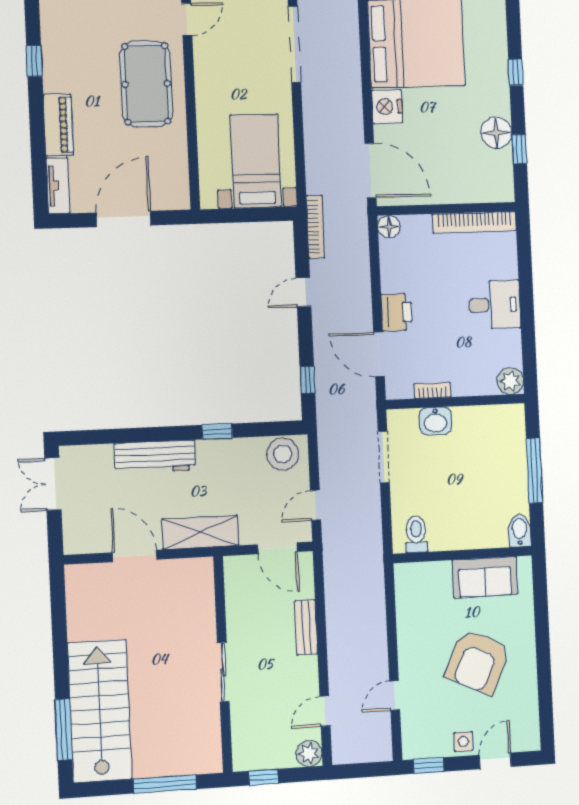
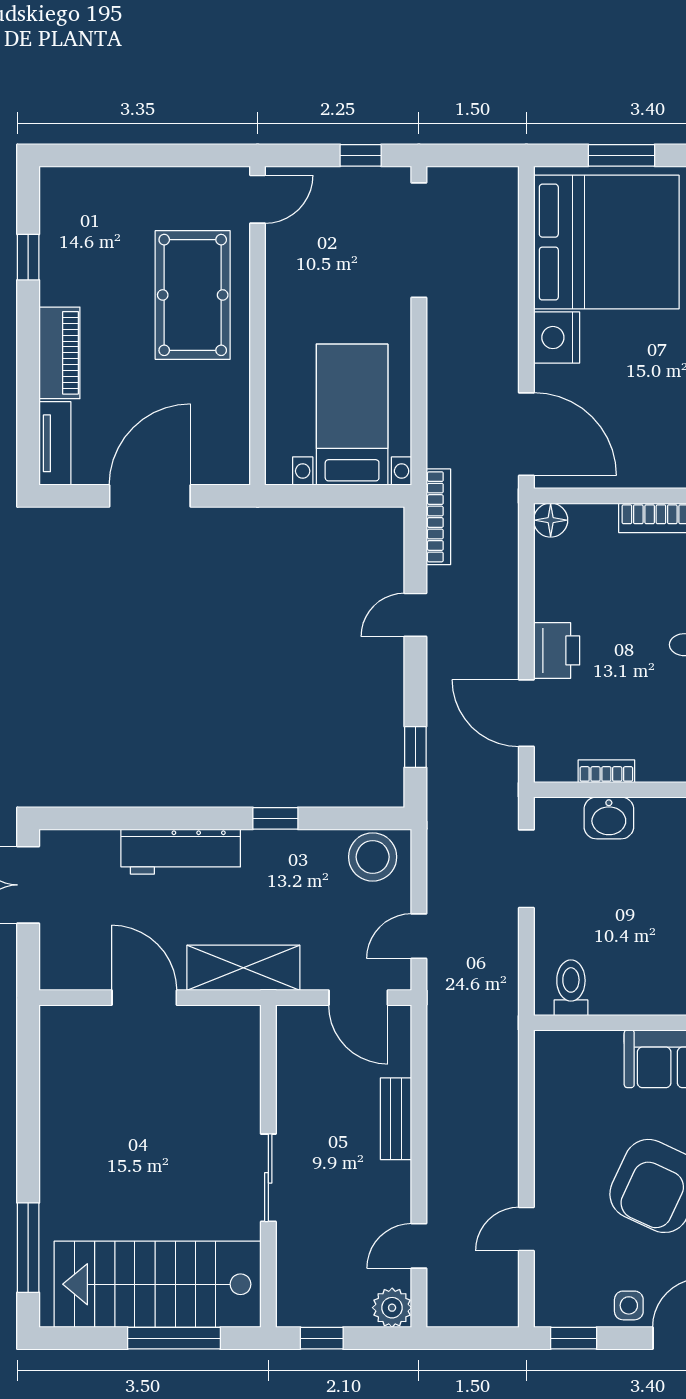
stairs: (100, 711) -> (158, 1284), moved, turned -90

